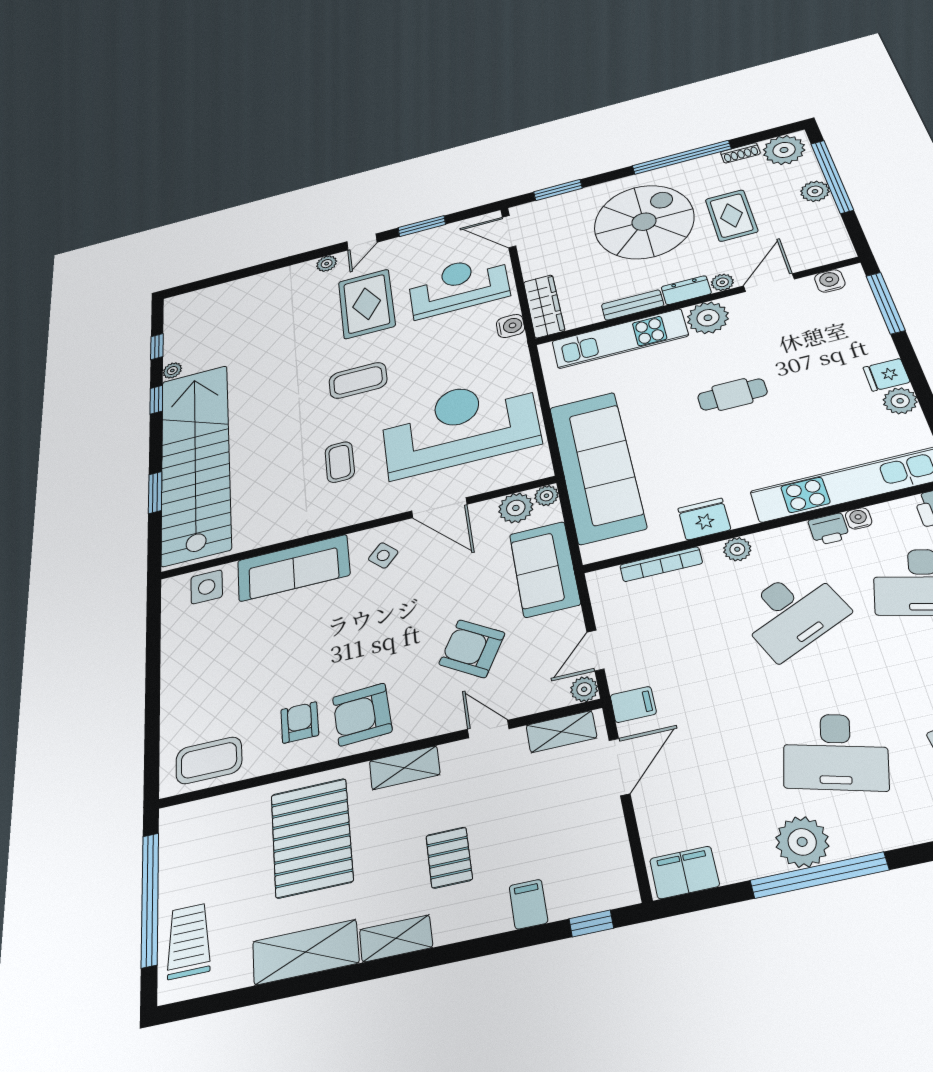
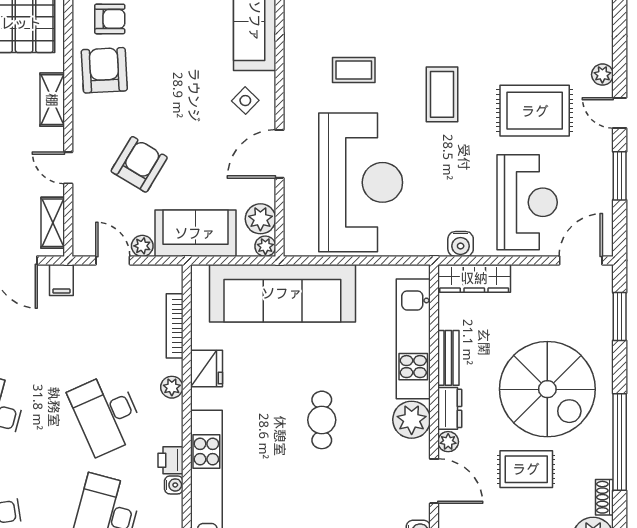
plant: (584, 689) -> (142, 246), moved
door: (488, 729) -> (68, 168), swing flipped

